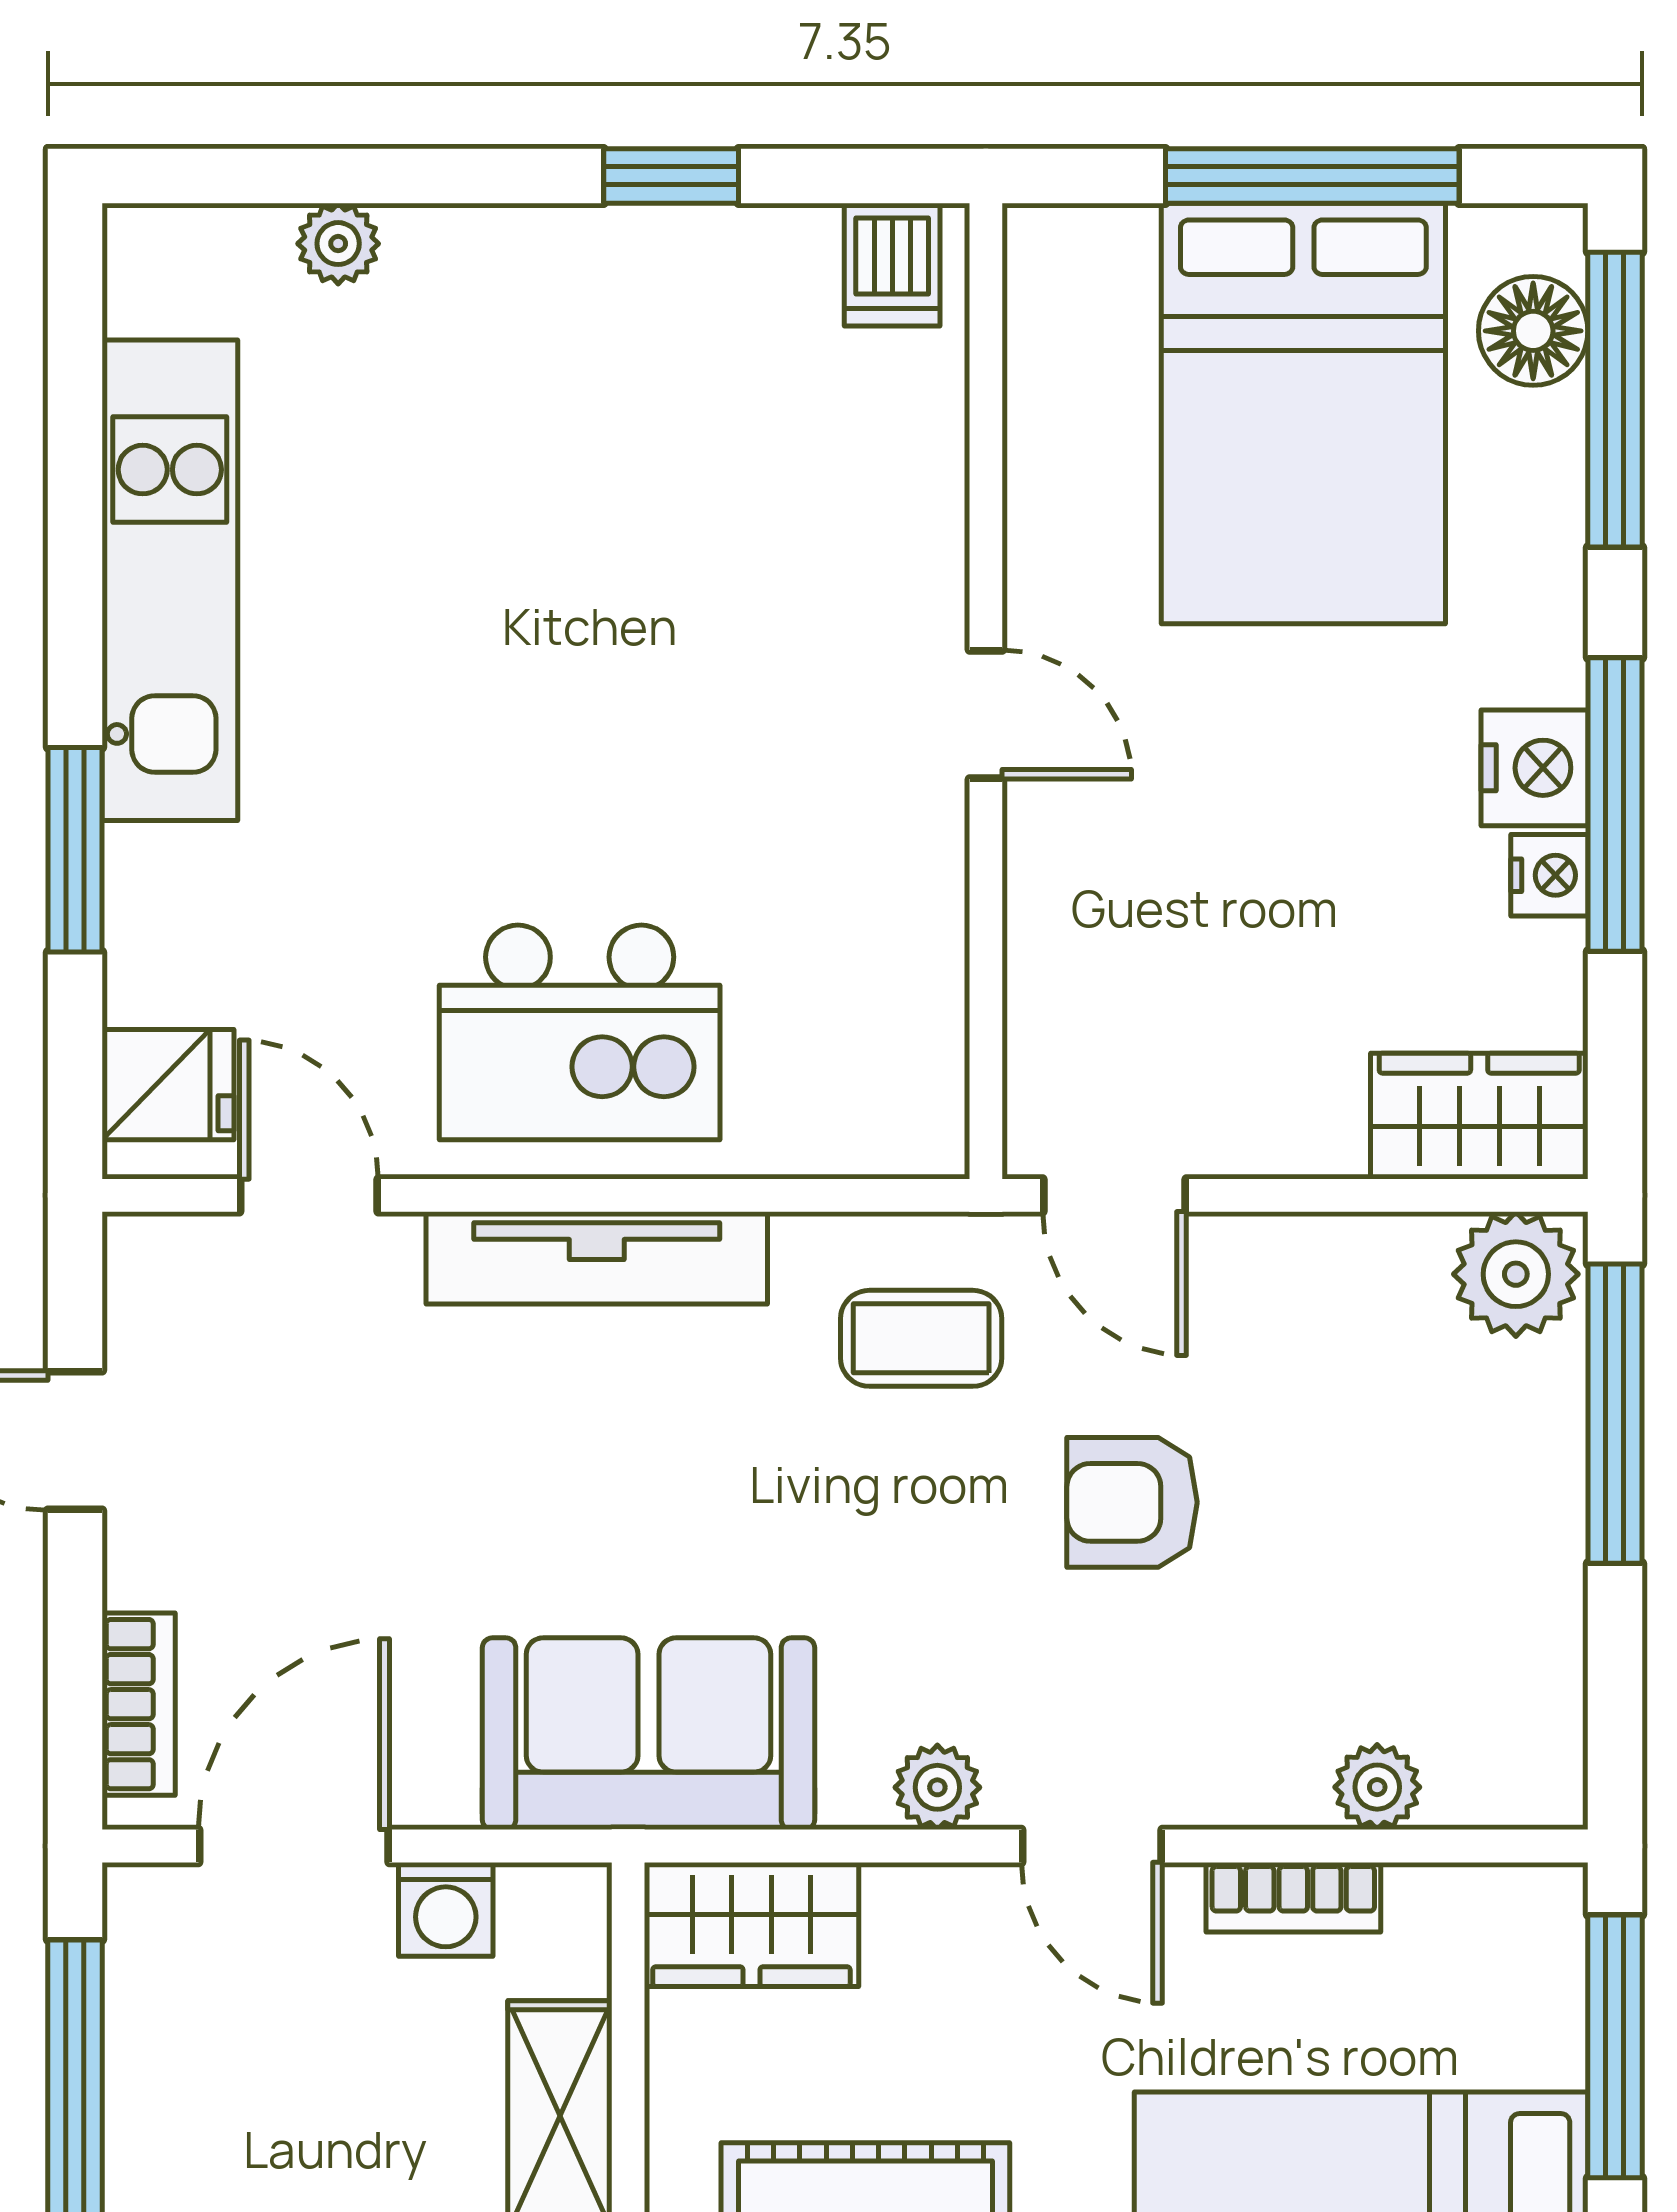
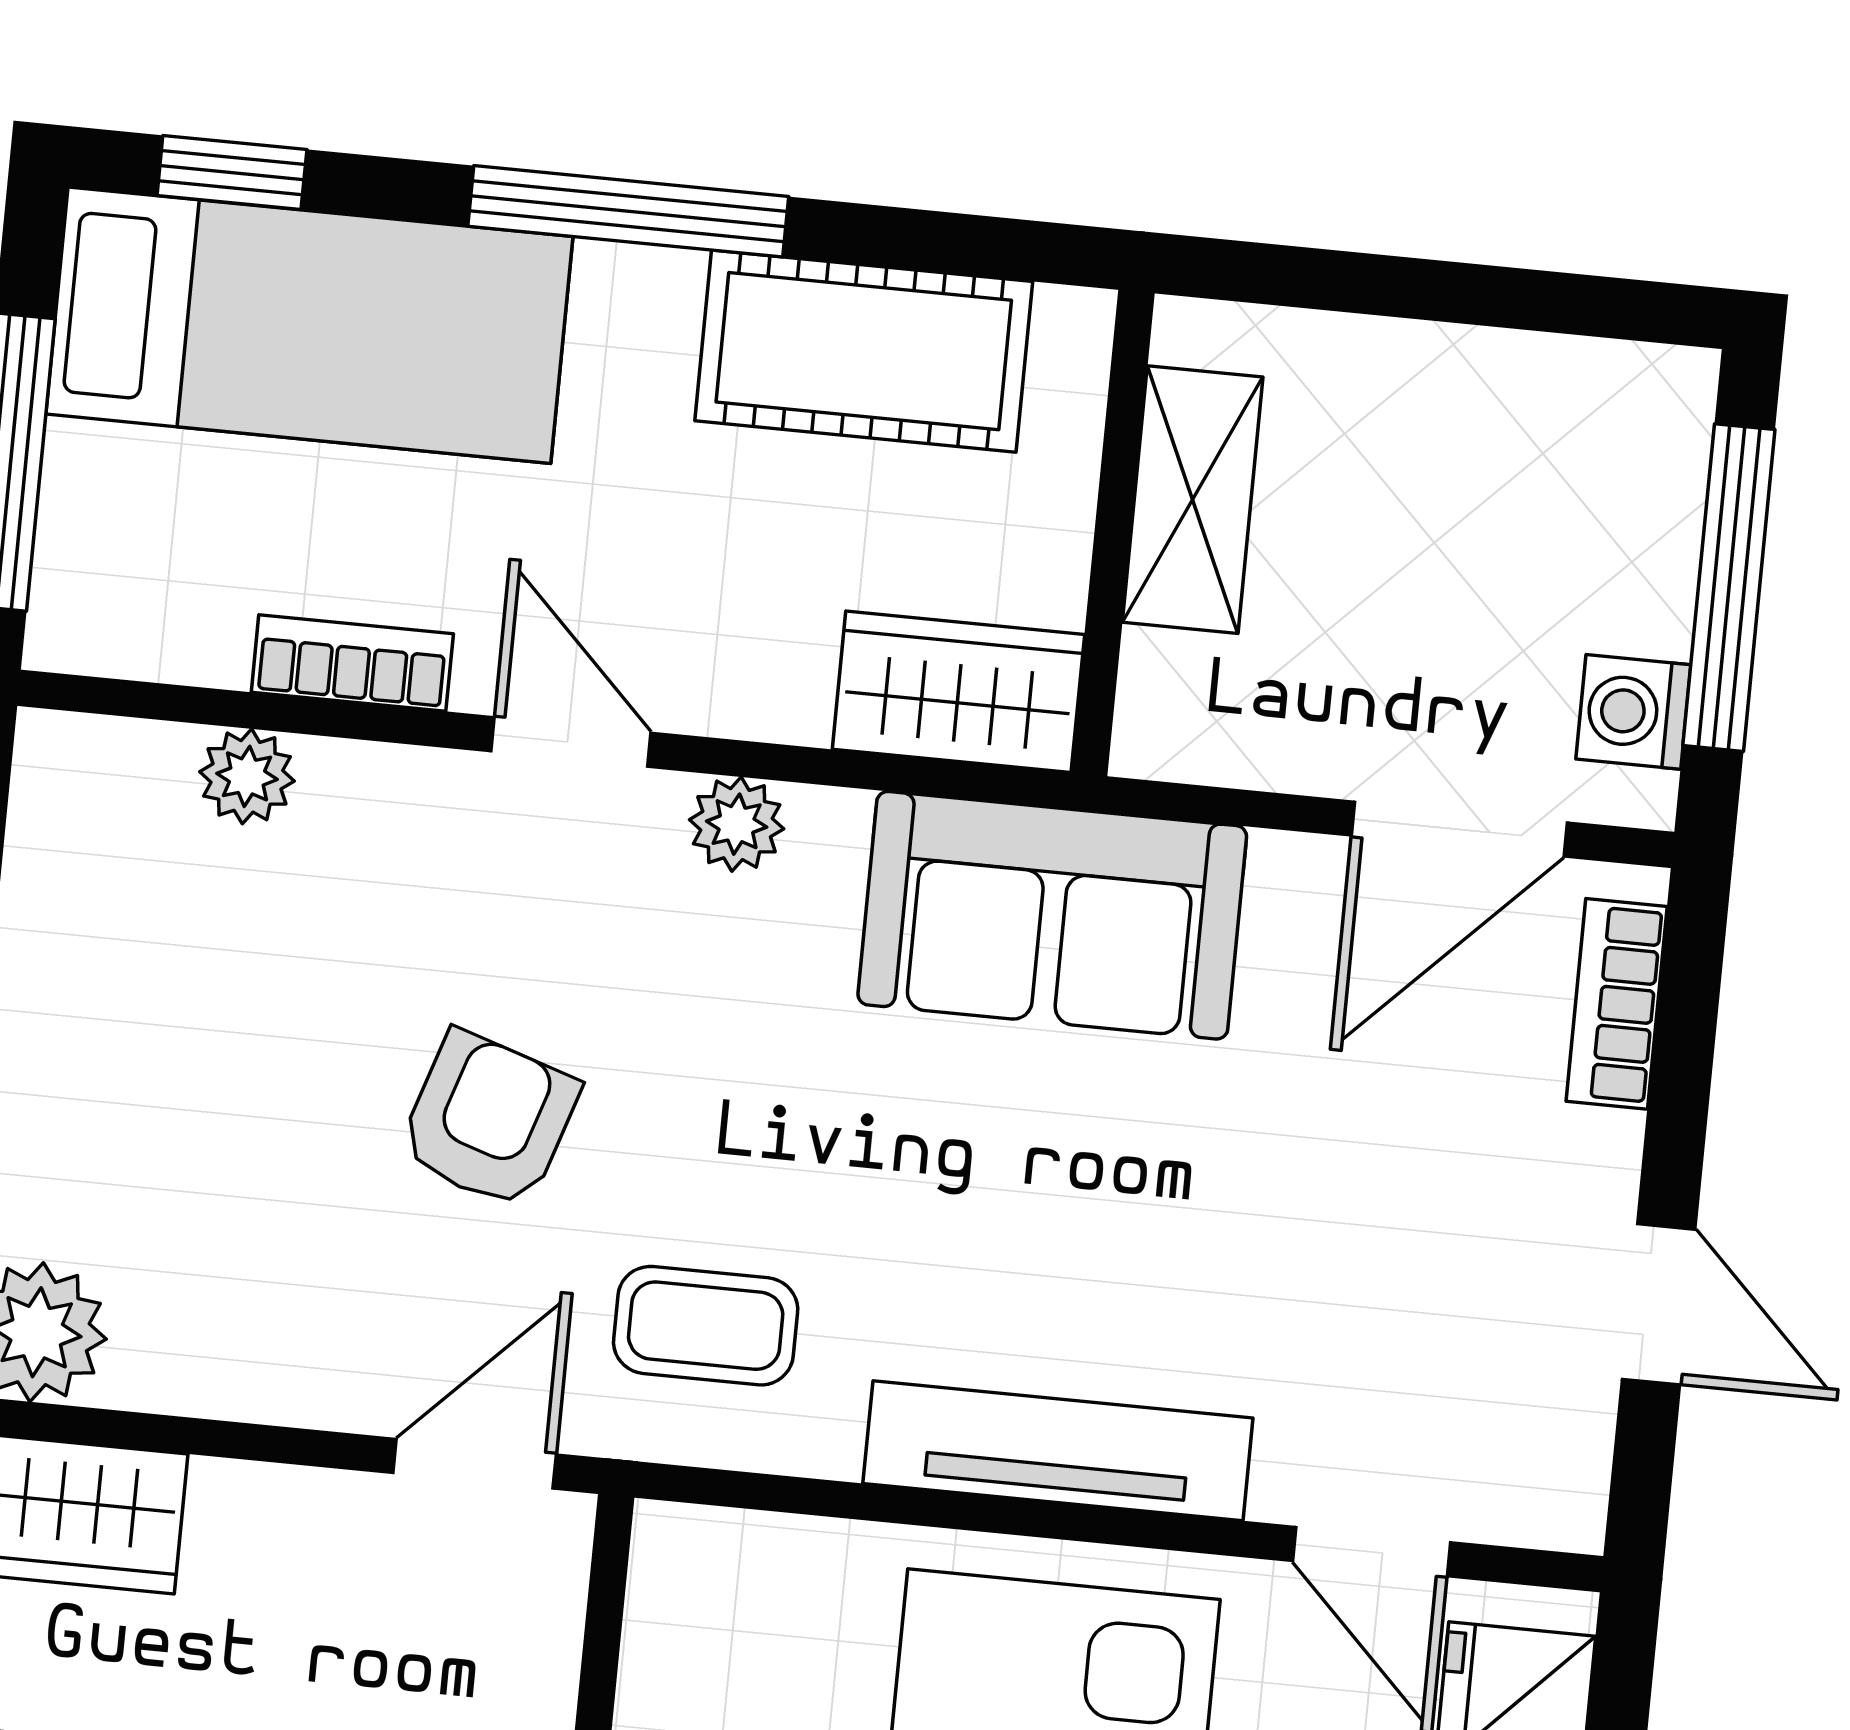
door: (1115, 1195) -> (475, 1464), hinge flipped
armchair: (1132, 1502) -> (489, 1120), turned -72
washing machine: (446, 1909) -> (1633, 712), moved, turned -90

